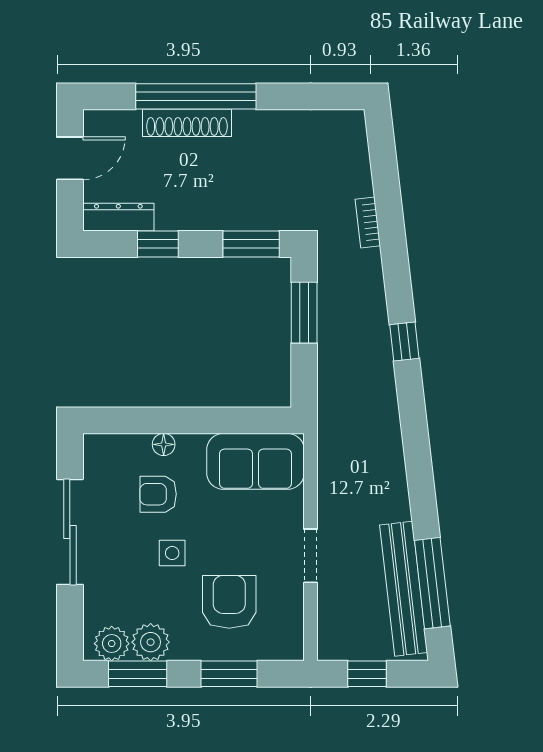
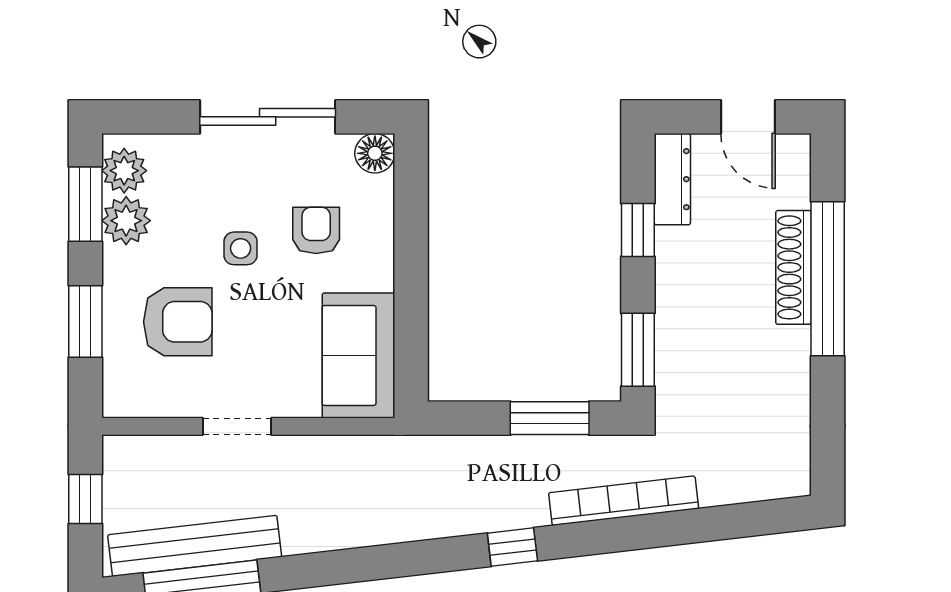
bookcase: (368, 222) -> (624, 501), width x2.31, depth x1.31
floor lamp: (164, 444) -> (375, 153), moved, width x1.37, depth x1.37

